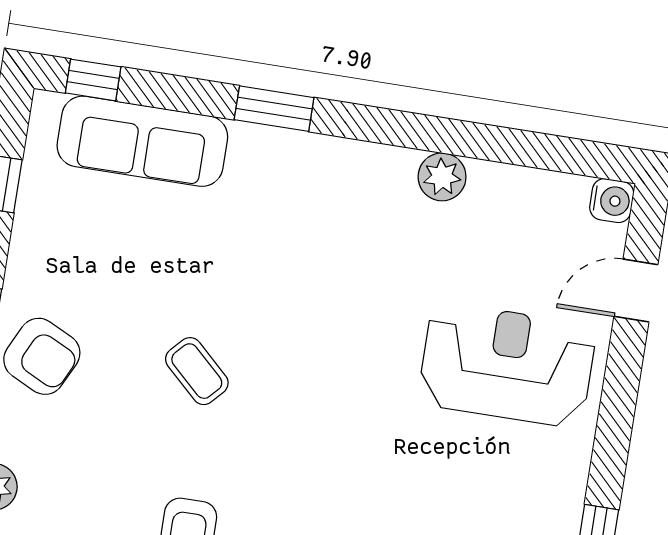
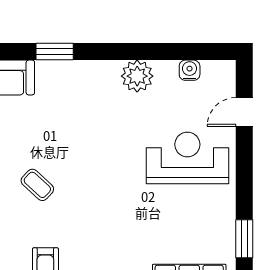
plant: (442, 177) -> (137, 76), width x1.36, depth x1.36
water cooler: (612, 201) -> (190, 70), moved, turned -90

